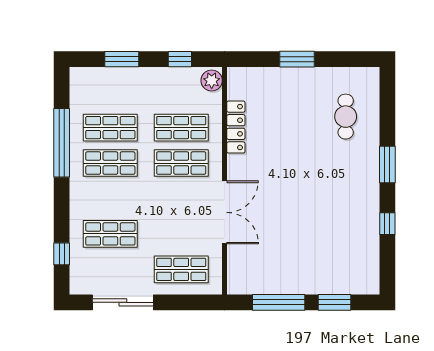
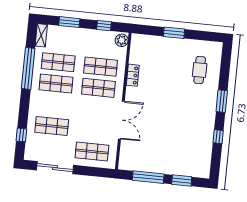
shelving: (78, 86) -> (41, 35), added
locker: (236, 127) -> (133, 75), width x0.66

